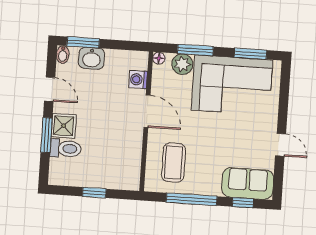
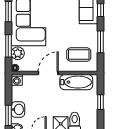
washing machine: (138, 79) -> (17, 80), moved
bathtub: (129, 156) -> (76, 82), added
window: (192, 199) -> (101, 42), width x0.69

